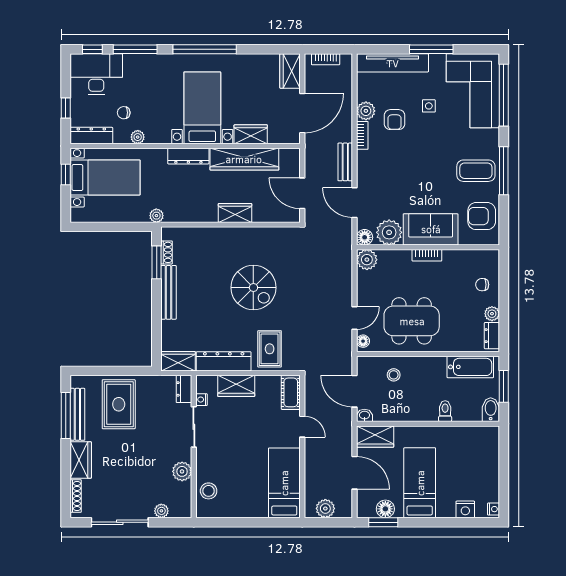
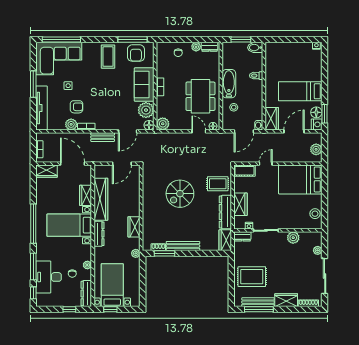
desk: (96, 74) -> (49, 277), moved
window: (504, 171) -> (132, 40), moved
wardrobe: (235, 213) -> (134, 227), moved
spiral stairs: (253, 288) -> (180, 194), turned 180
bathtub: (470, 367) -> (229, 84), moved
bed: (284, 483) -> (300, 179), width x1.50
stool: (209, 491) -> (315, 214), moved
nightstand: (465, 509) -> (317, 124), moved

